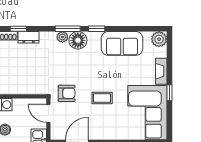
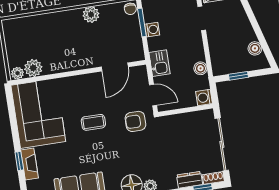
window: (170, 93) -> (19, 161), moved

